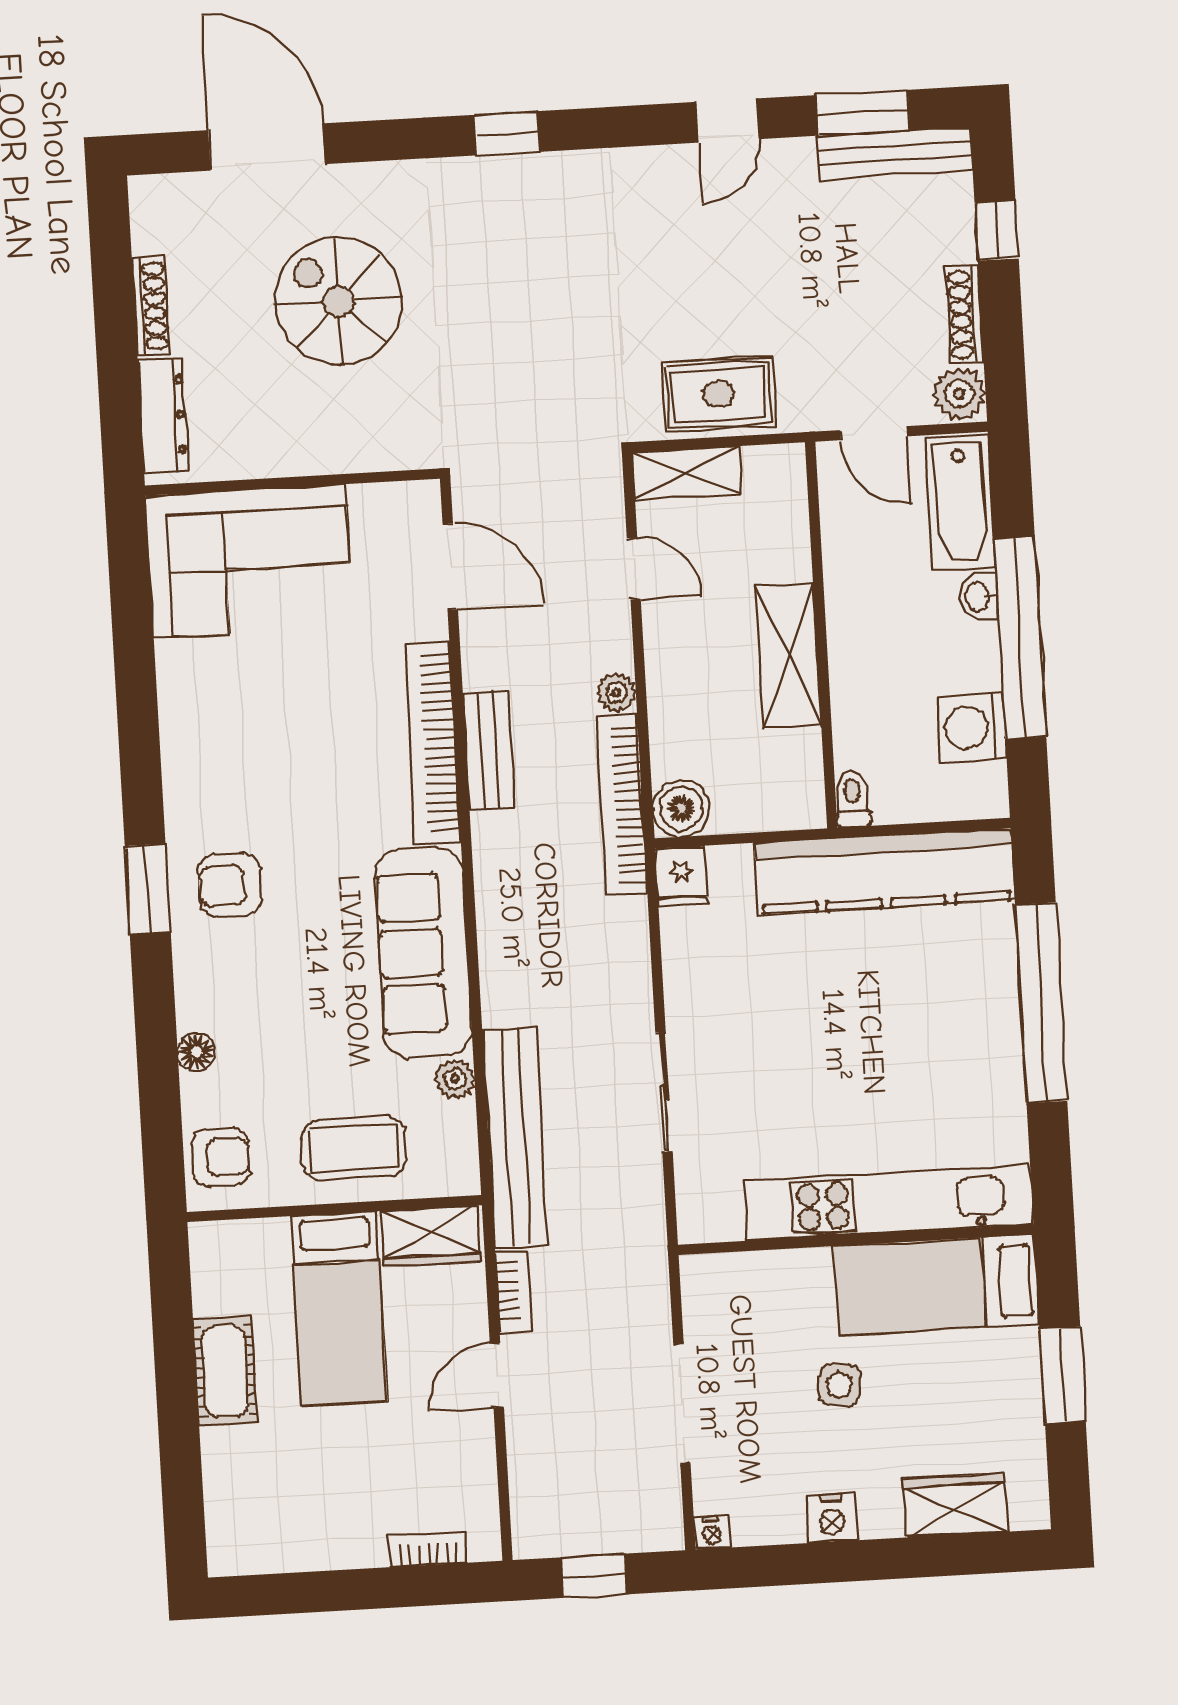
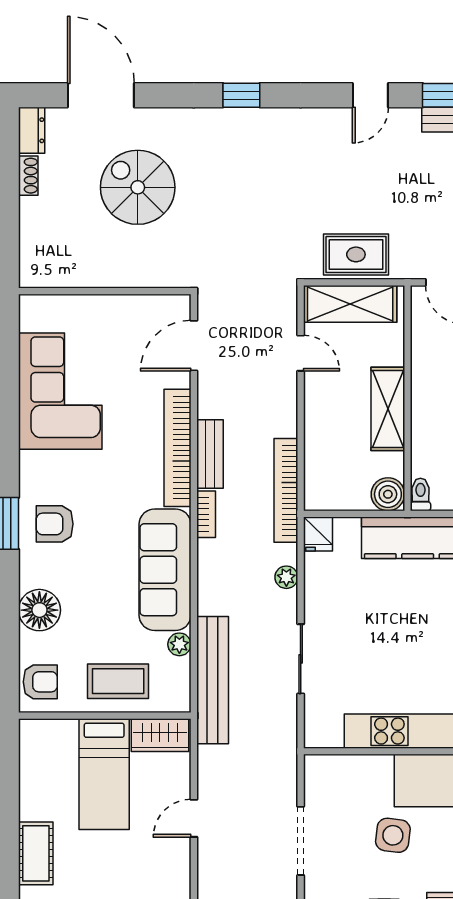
shoe rack: (151, 306) -> (28, 176), width x0.70
dresser: (163, 415) -> (32, 130), moved, width x0.70
shelving: (687, 473) -> (350, 304), width x1.50, depth x1.33
corner sofa: (249, 561) -> (60, 391), moved, turned -90
door: (450, 567) -> (194, 346), swing flipped
plant: (616, 693) -> (286, 577), moved
boiler: (681, 808) -> (388, 494), moved
floor lamp: (196, 1052) -> (39, 610), width x1.89, depth x1.89
bookcase: (513, 1291) -> (206, 514), moved
cot: (225, 1371) -> (36, 853), moved
side table: (839, 1385) -> (393, 835), width x1.37, depth x1.37

